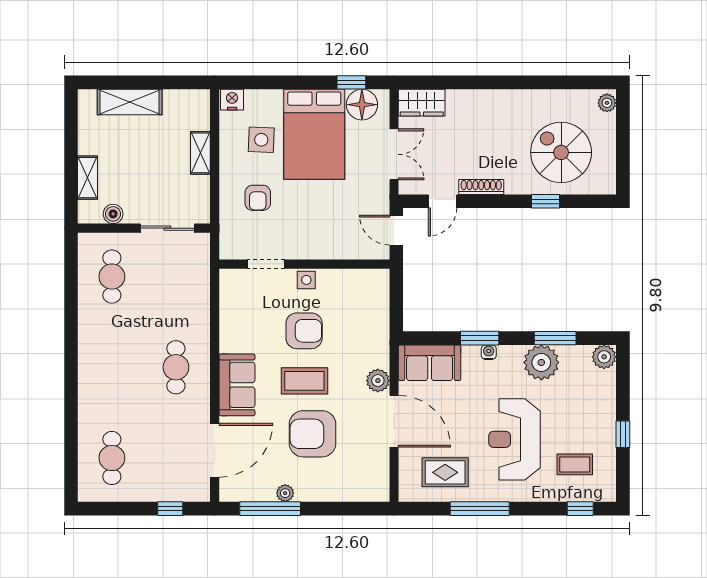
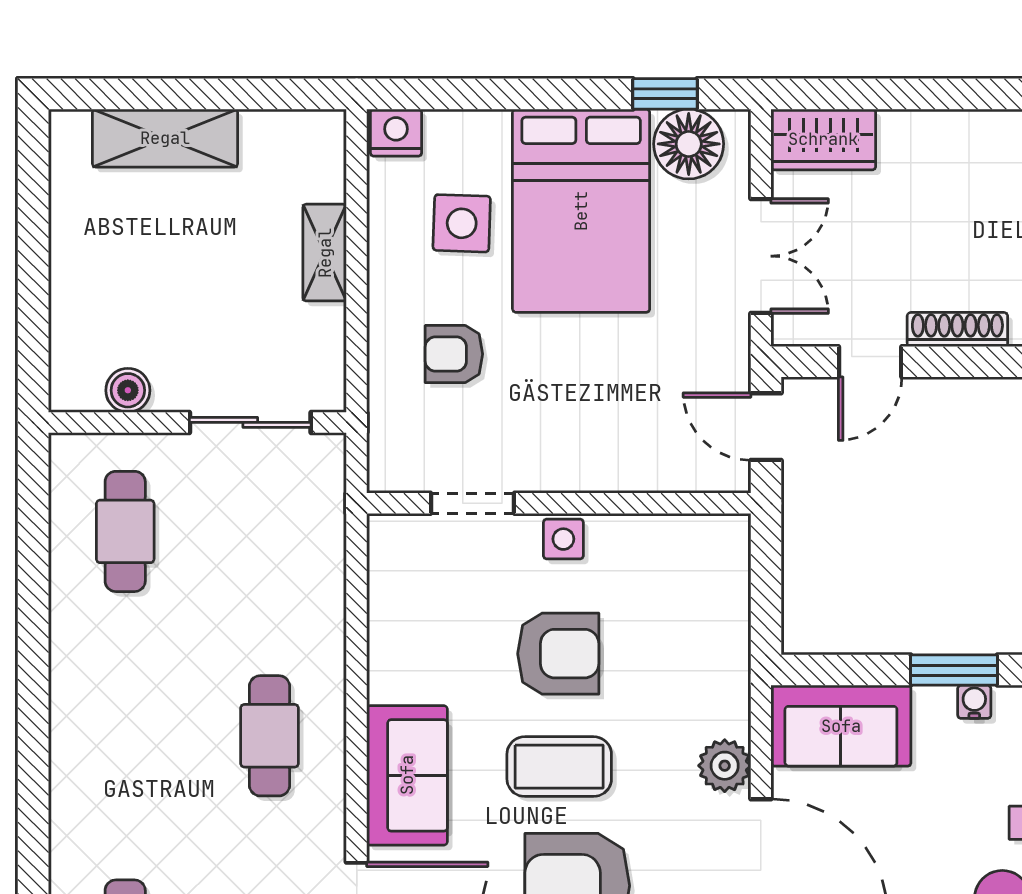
shelving: (88, 178) -> (70, 308), removed
armchair: (258, 198) -> (454, 354), turned 90

